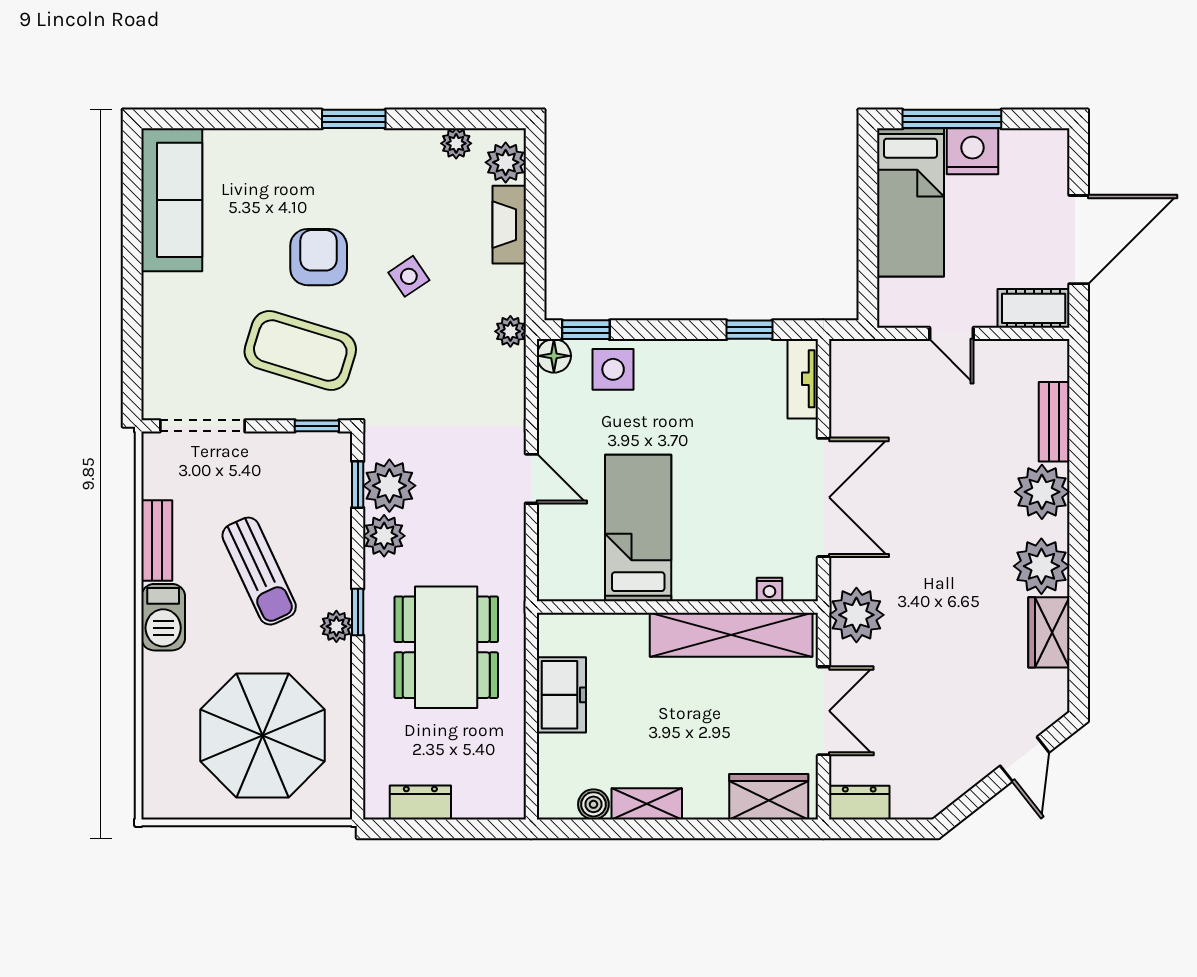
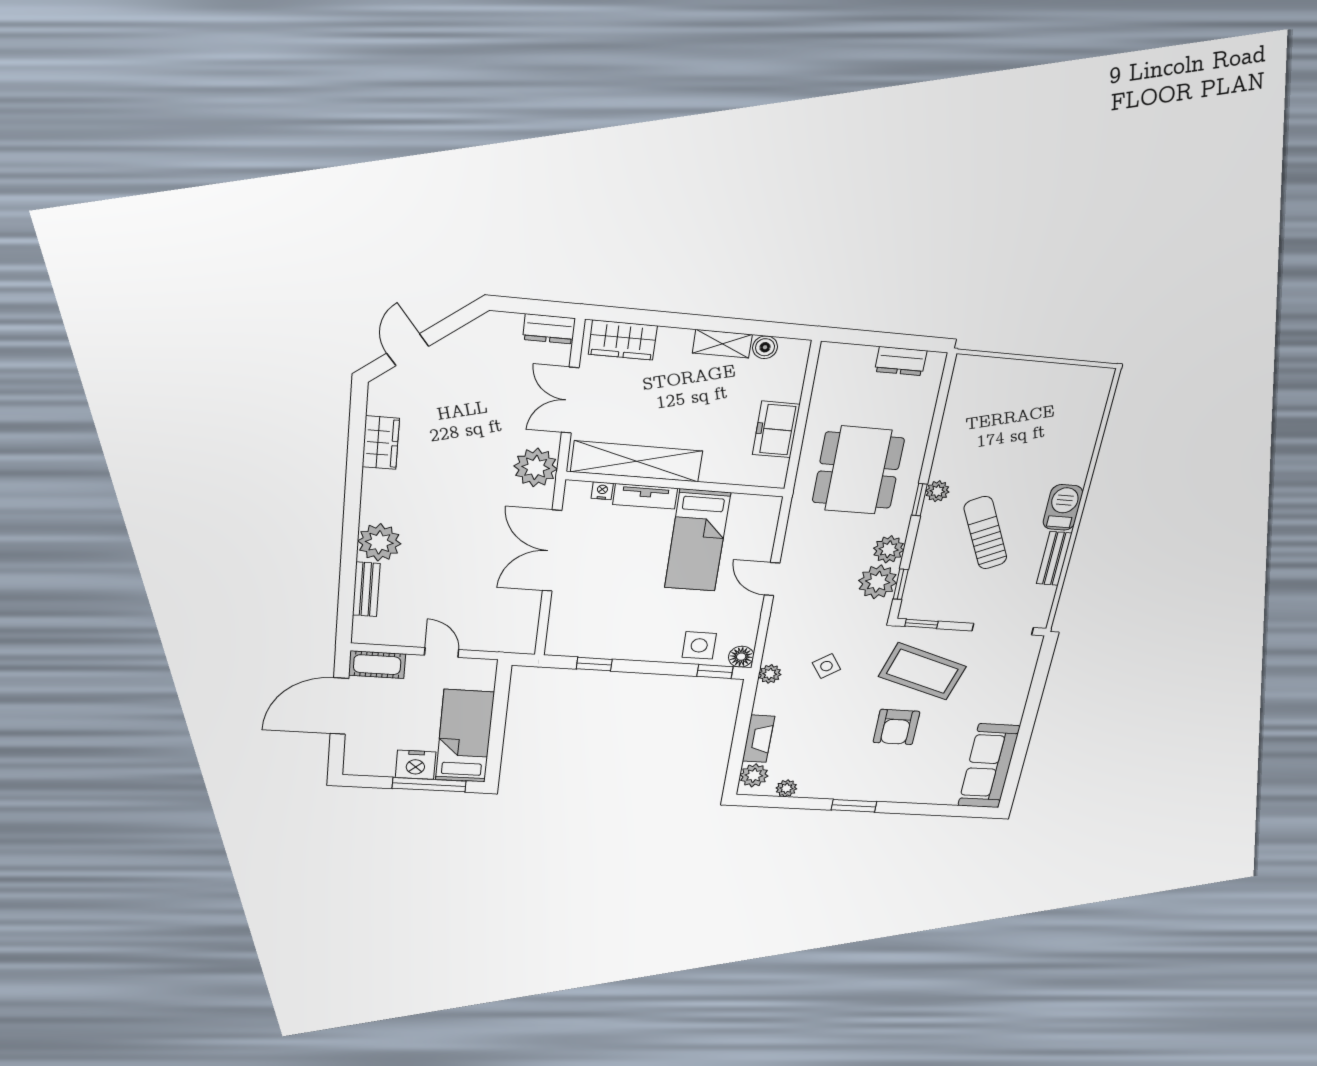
side table: (409, 276) -> (826, 666), moved
tv unit: (803, 379) -> (645, 496), moved, turned 90
plant: (1041, 566) -> (383, 491), removed
parasol: (263, 735) -> (1010, 420), removed

